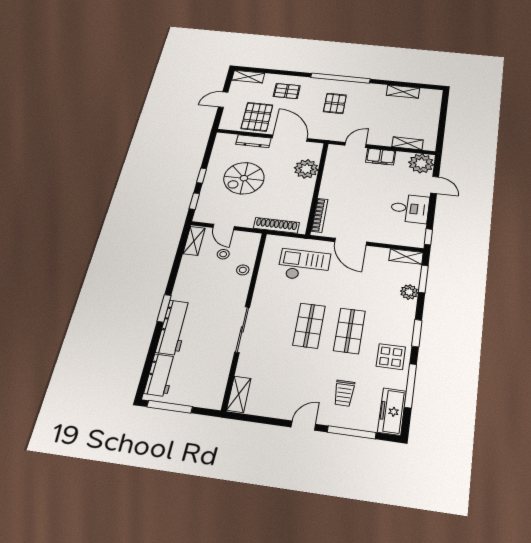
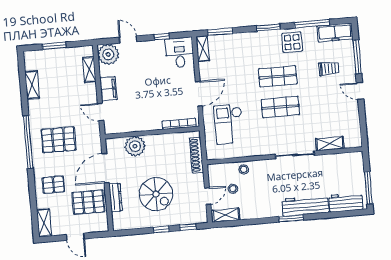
pallet: (287, 91) -> (53, 185), turned 90
pallet: (335, 103) -> (58, 140), width x1.50, depth x1.42
window: (443, 117) -> (54, 46), added
door: (435, 185) -> (128, 39), hinge flipped
desk: (410, 208) -> (180, 52), moved
window: (428, 237) -> (162, 37), moved
plant: (409, 292) -> (234, 40), removed
shelving: (239, 394) -> (330, 144), moved

